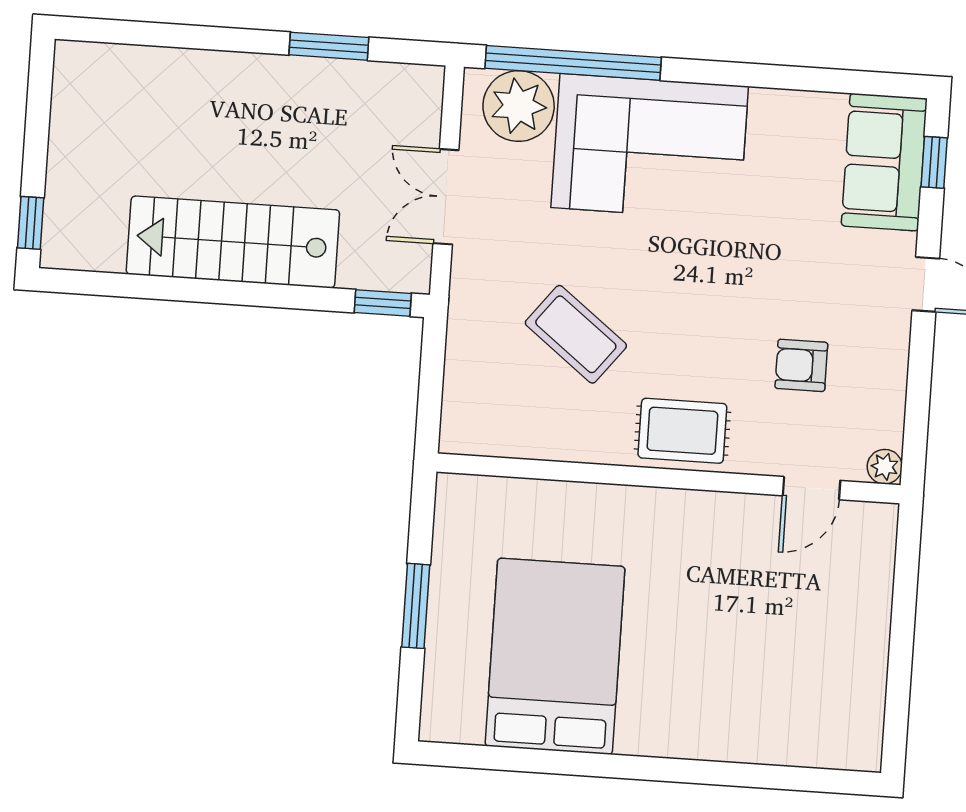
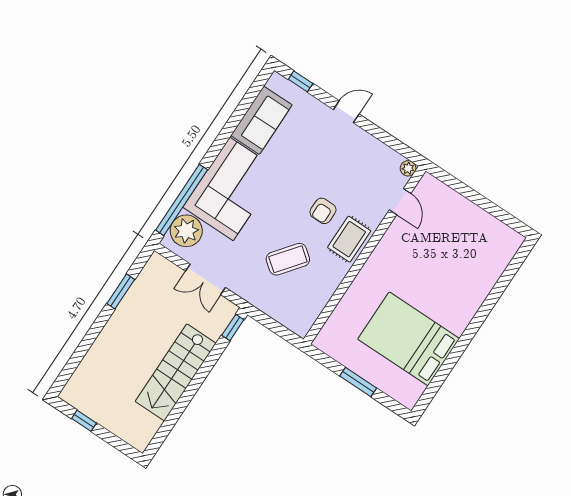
sofa: (884, 162) -> (261, 120), moved, turned -90
window: (31, 223) -> (84, 421), moved
armchair: (801, 365) -> (323, 211), moved

